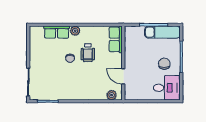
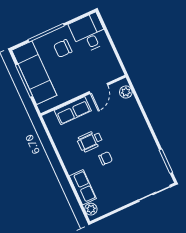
plant: (75, 31) -> (91, 209), moved
exam couch: (162, 32) -> (34, 73), width x1.36, depth x1.45
row of seats: (116, 39) -> (73, 111), moved
wheelchair: (88, 53) -> (90, 141), turned 180

